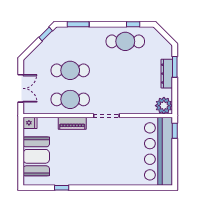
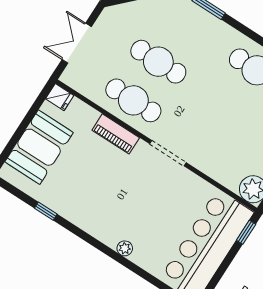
double door: (21, 88) -> (77, 43), swing flipped
plant: (116, 181) -> (125, 248), added

